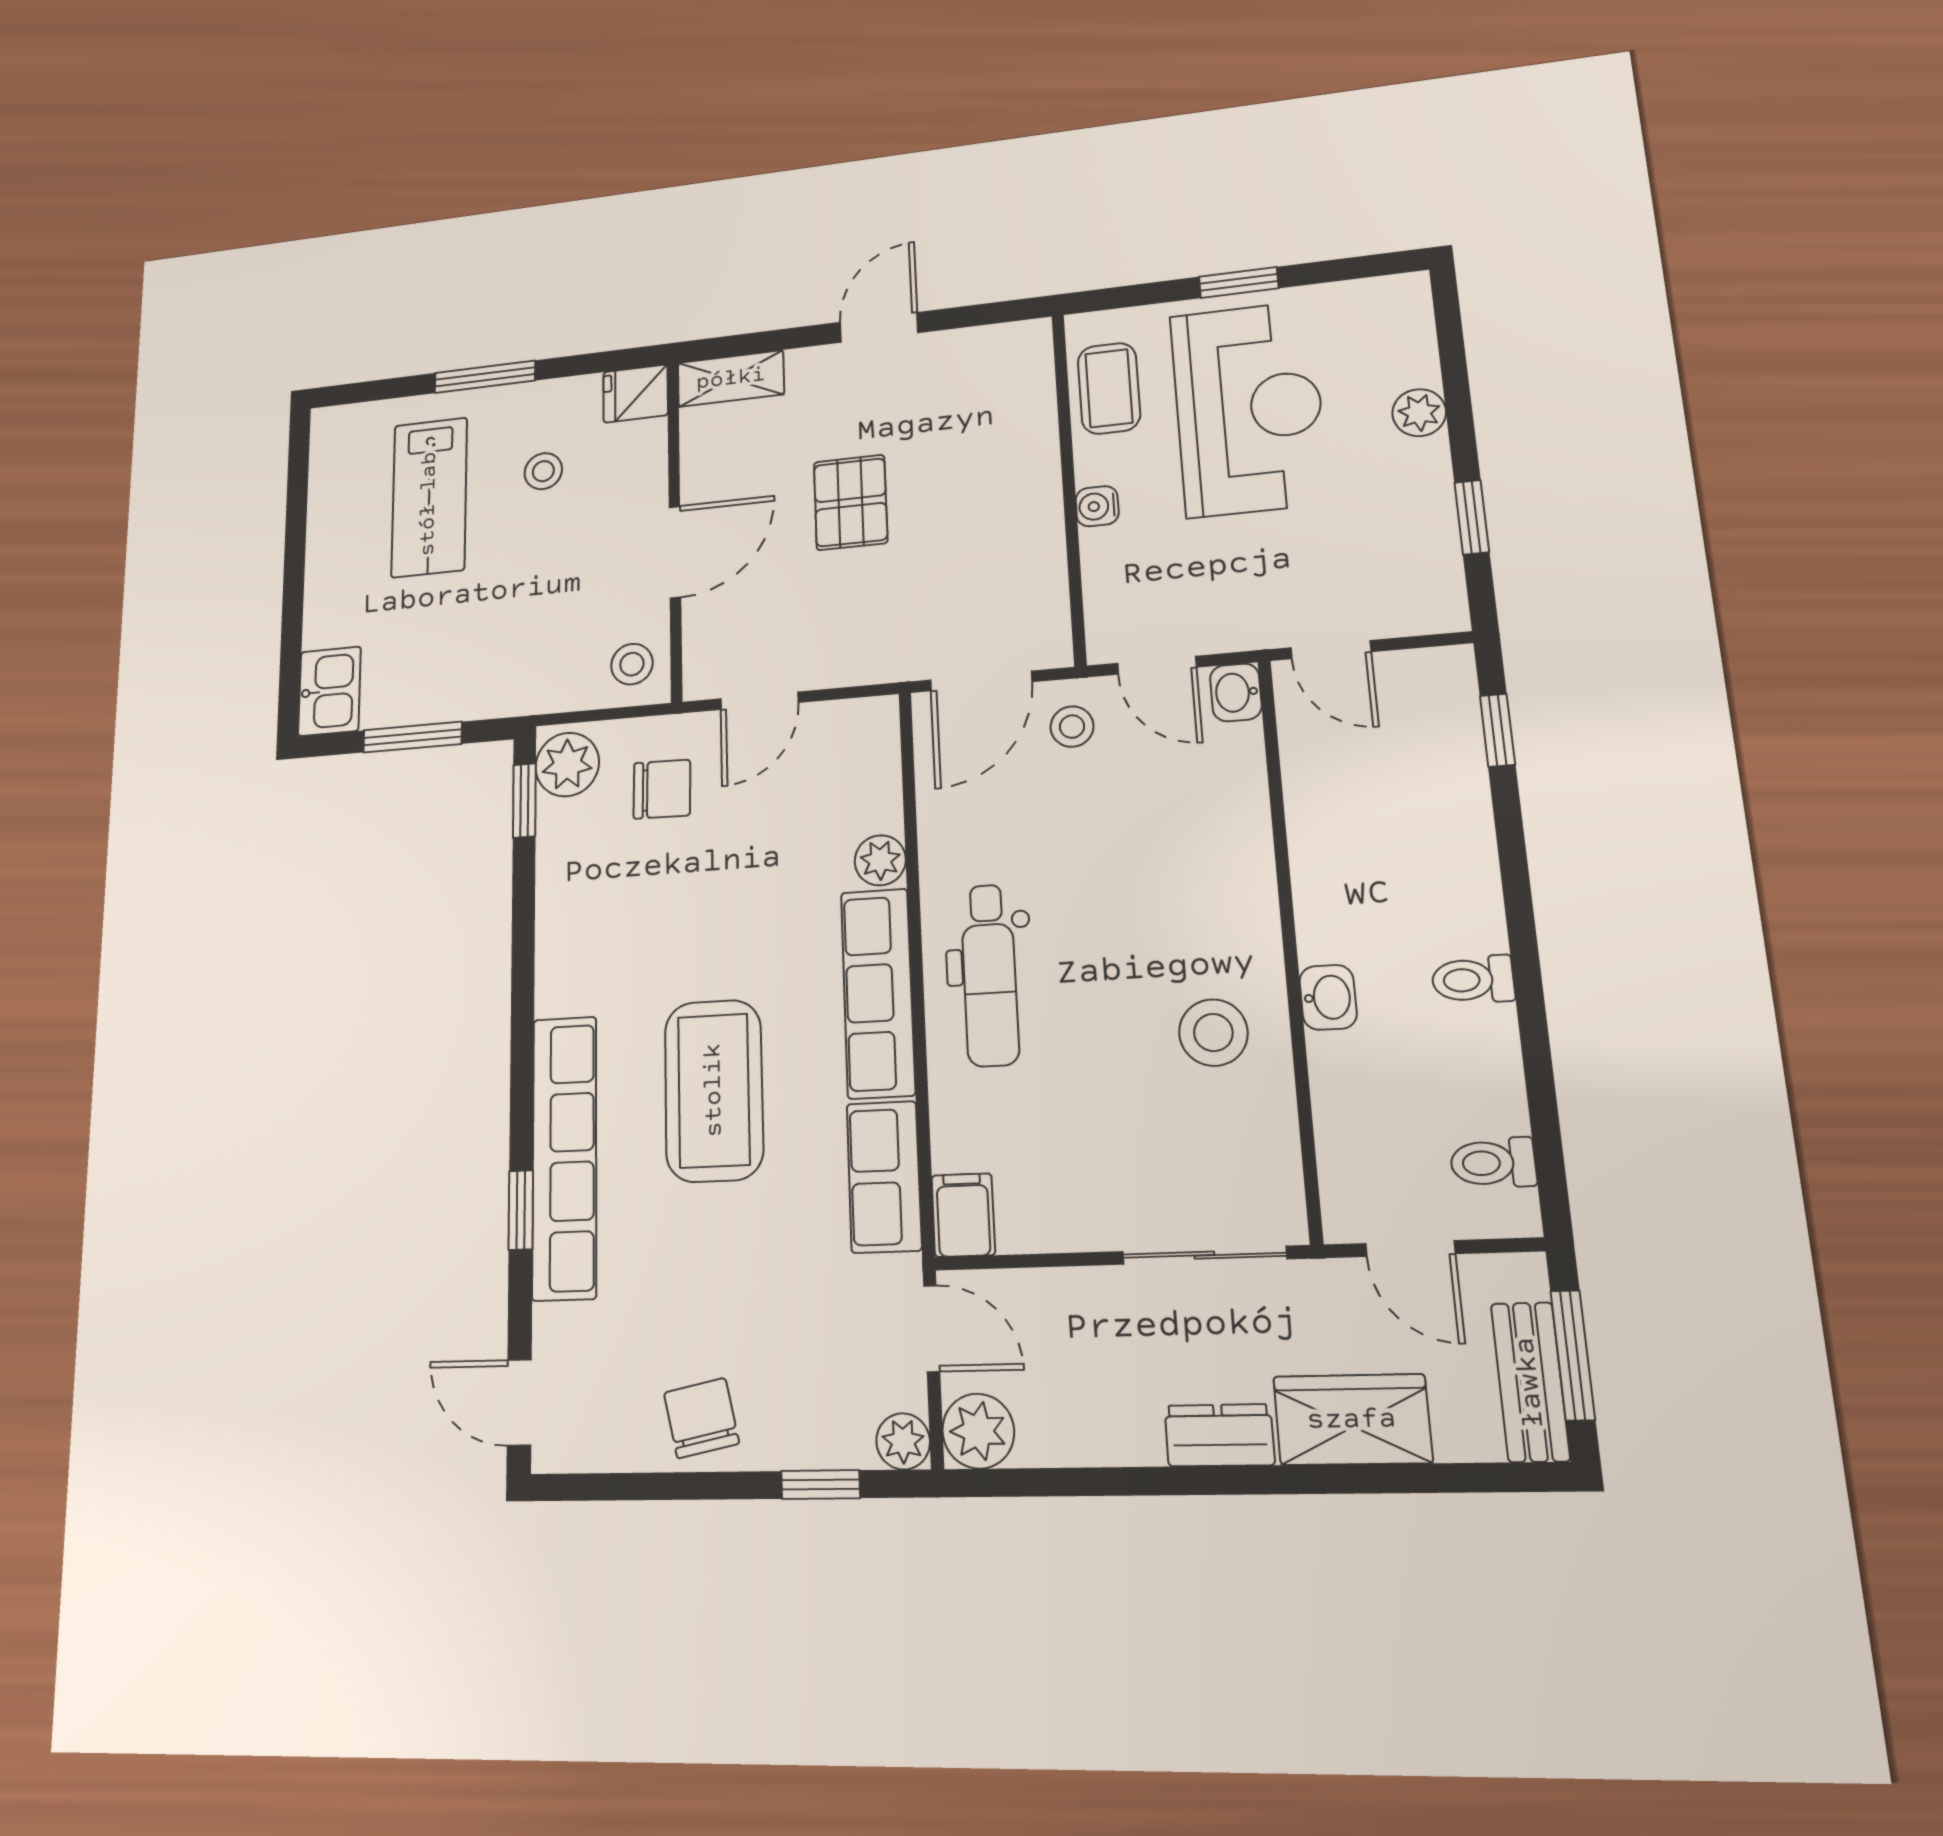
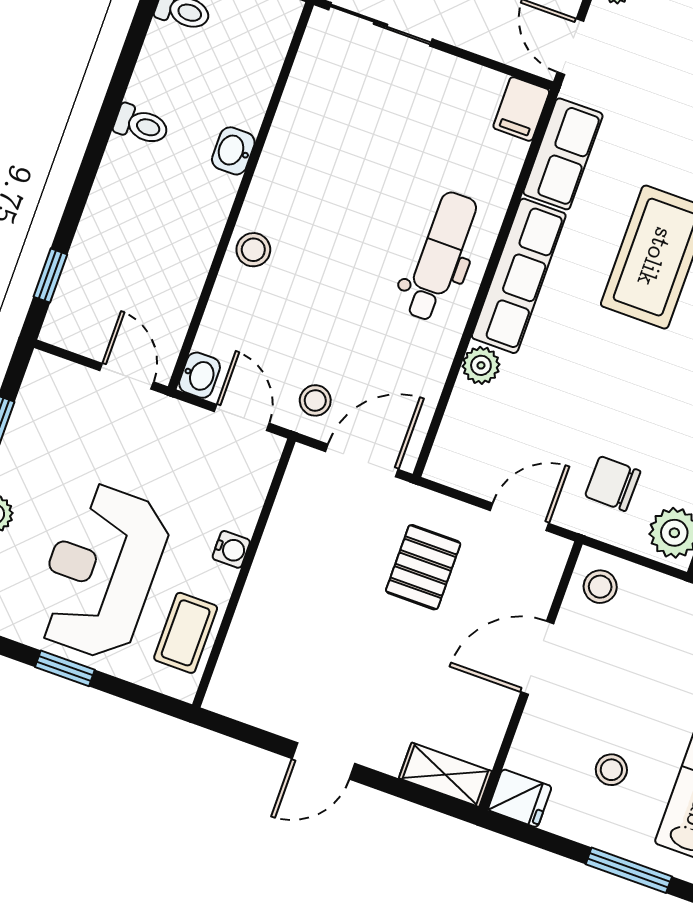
pallet: (851, 502) -> (423, 567), moved
stool: (1213, 1033) -> (253, 250), moved, width x0.73, depth x0.73

